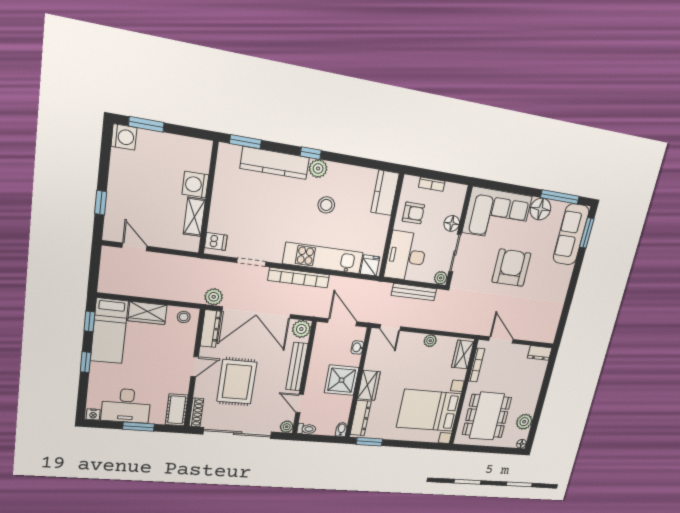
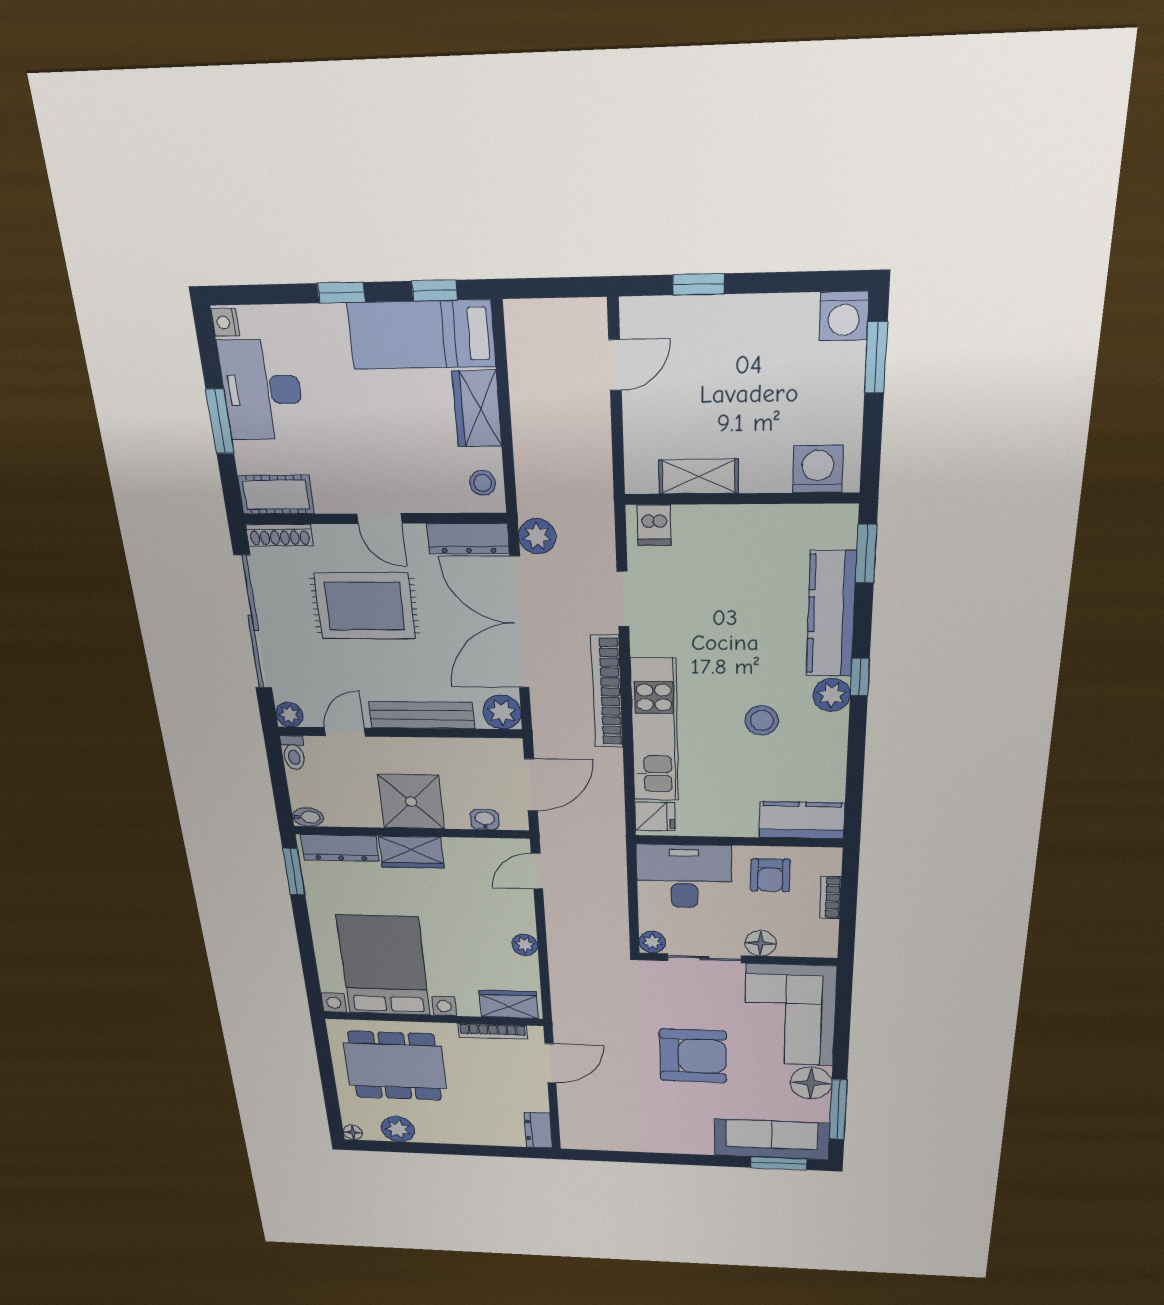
washing machine: (195, 185) -> (818, 469), moved
bench: (414, 292) -> (616, 901), removed

